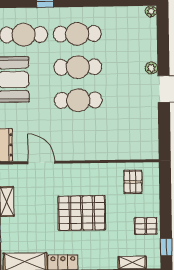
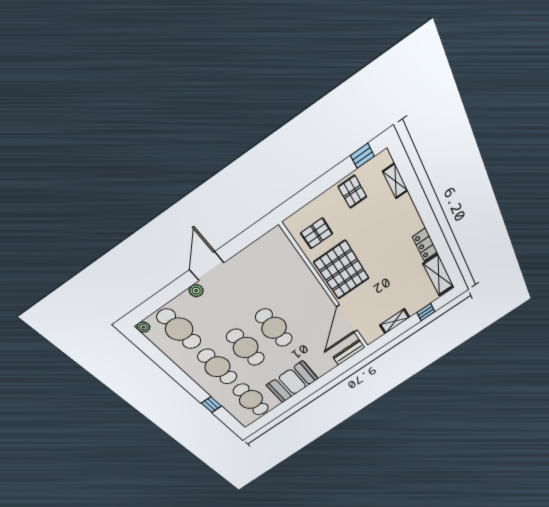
cafe table: (131, 33) -> (179, 329), added
door: (42, 162) -> (347, 319), width x1.36
pallet: (82, 213) -> (342, 270), moved

